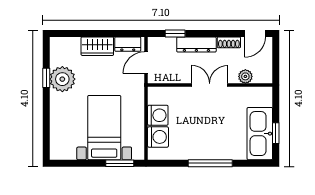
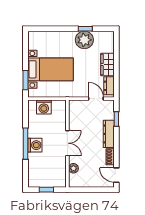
plant: (245, 76) -> (73, 168), moved
double door: (210, 85) -> (67, 143), moved
wall: (210, 85) -> (67, 144), moved
washing machine: (158, 115) -> (35, 145), moved, turned -90
kitchen sink: (260, 134) -> (46, 178), removed

